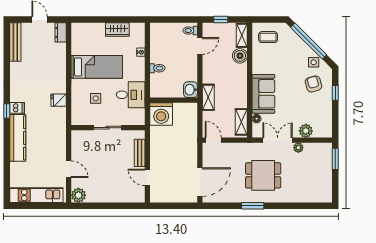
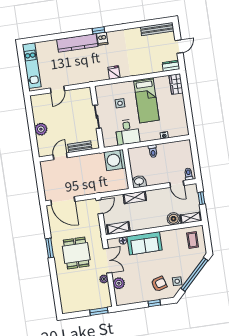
wardrobe: (117, 30) -> (176, 84), moved
plant: (78, 195) -> (41, 129), moved

